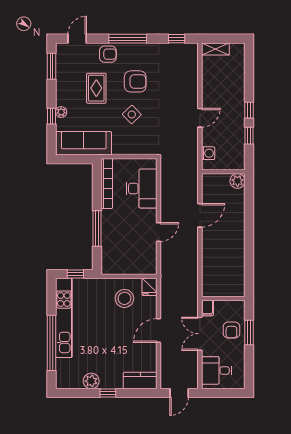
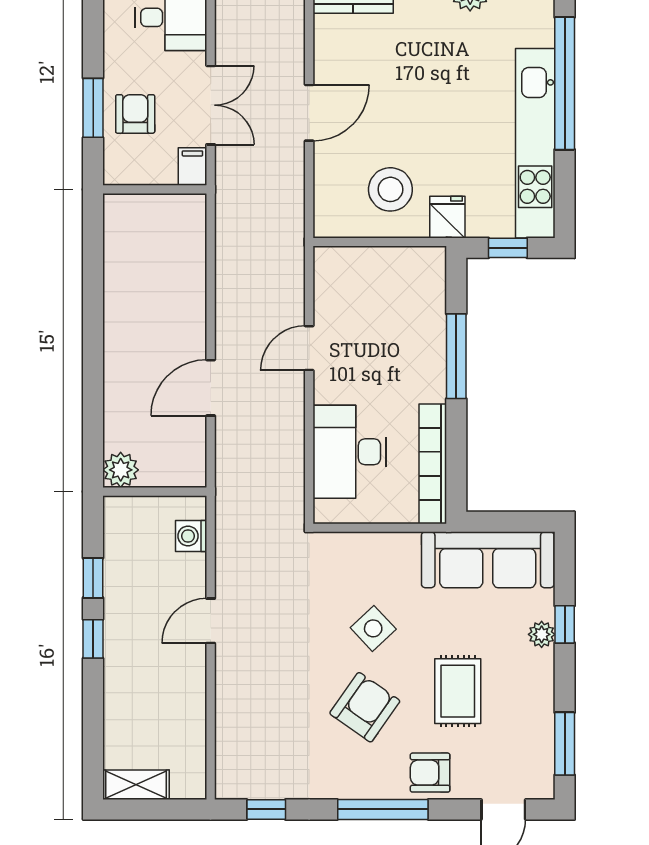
shelving: (215, 49) -> (136, 785), moved
armchair: (135, 81) -> (365, 707), turned 125
fridge: (150, 287) -> (447, 217), moved

